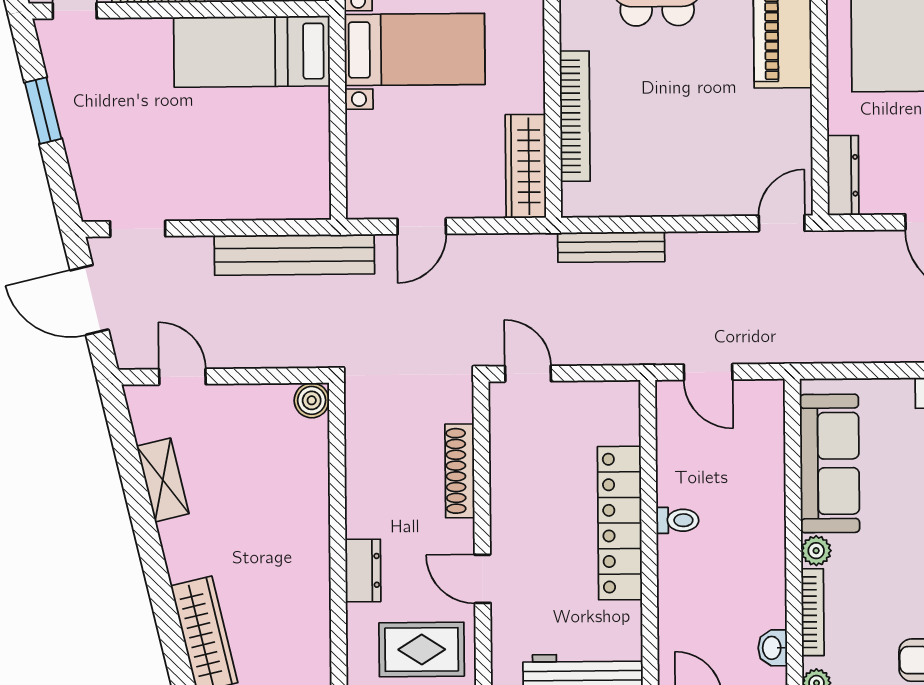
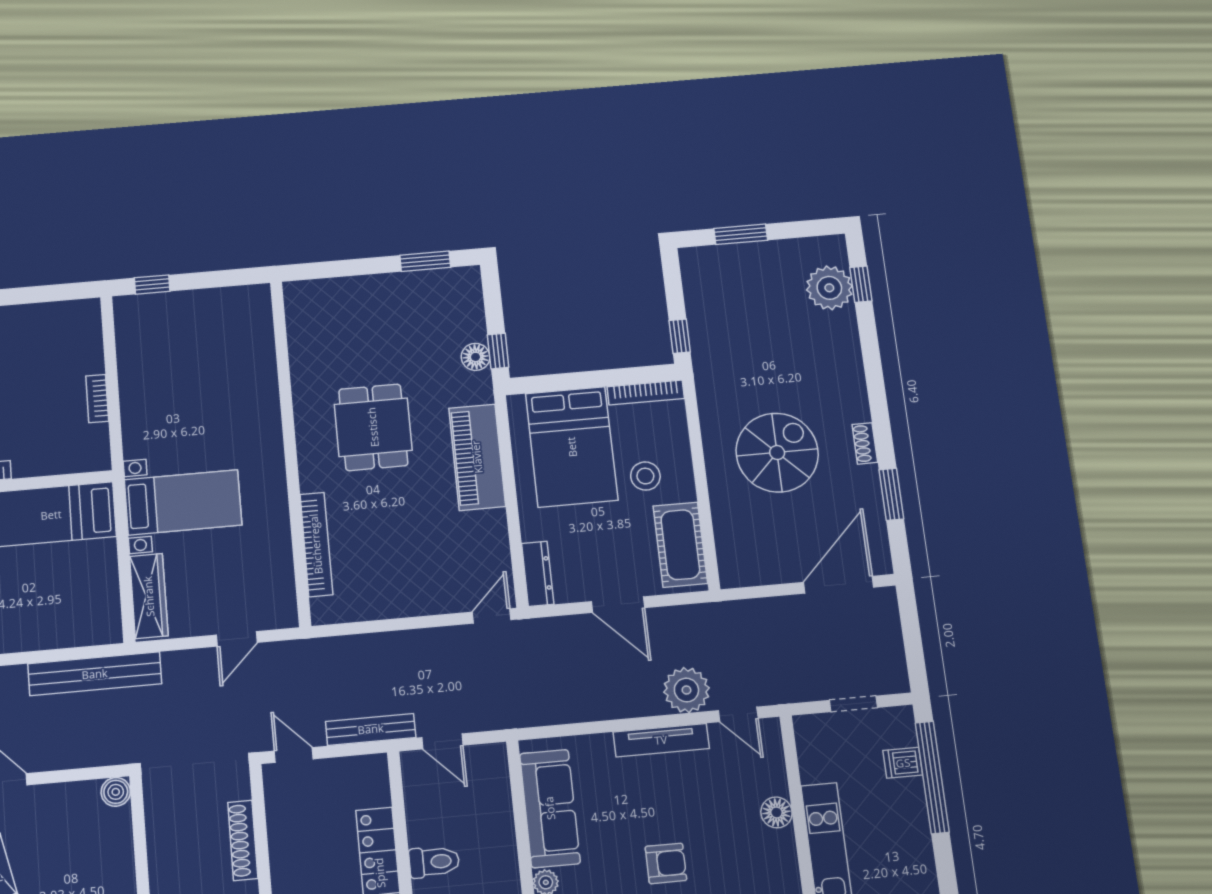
wardrobe: (526, 166) -> (149, 596), moved, turned 180
door: (422, 226) -> (237, 639), moved
bench: (611, 247) -> (371, 729), moved
toilet: (677, 520) -> (434, 862), width x1.37, depth x1.39

